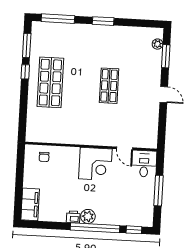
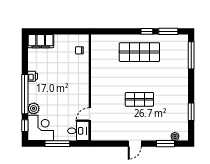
window: (103, 21) -> (191, 112), moved
corner desk: (95, 164) -> (41, 128), moved, turned 180
plant: (88, 216) -> (34, 108), moved

